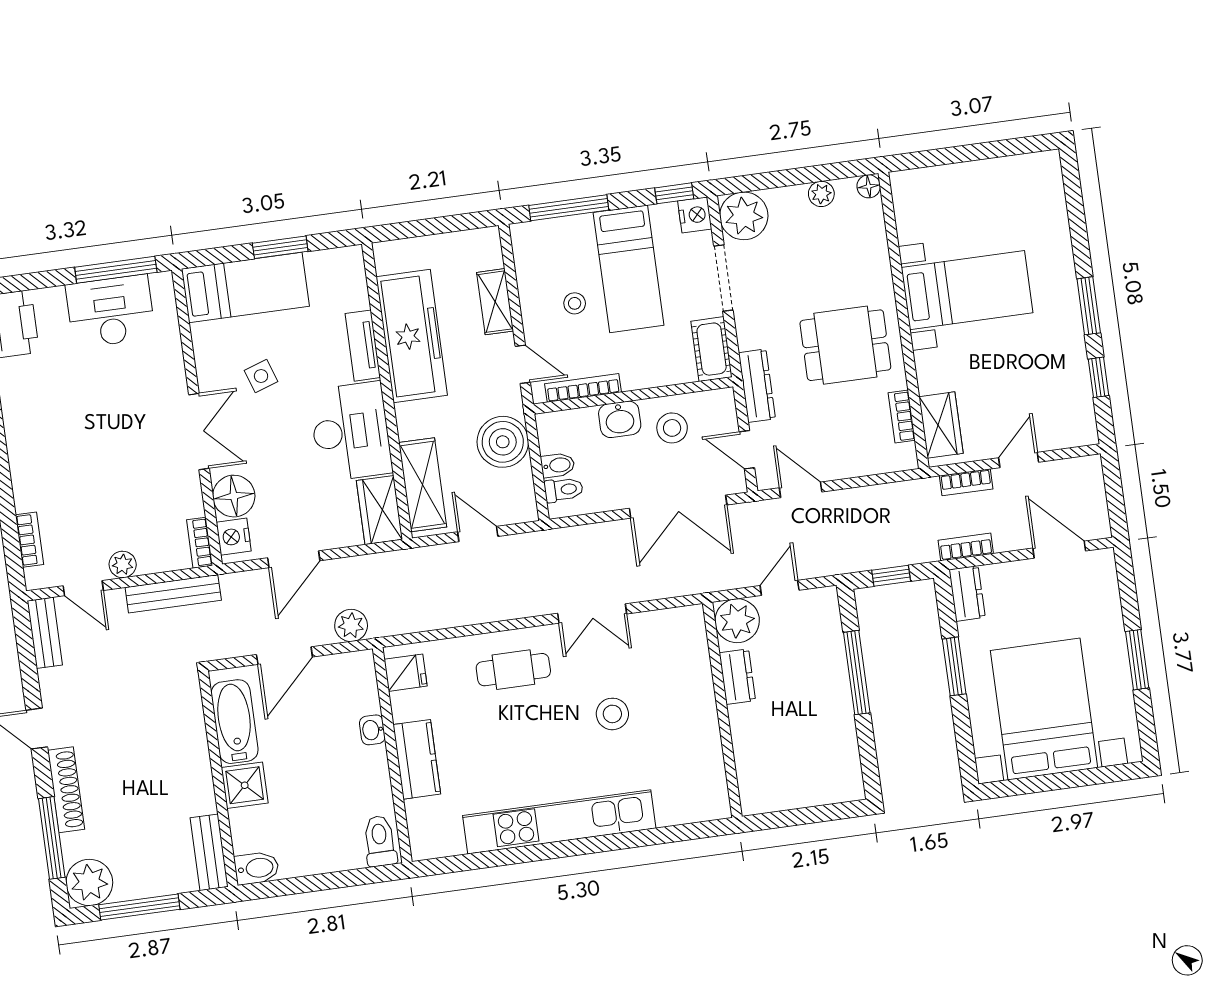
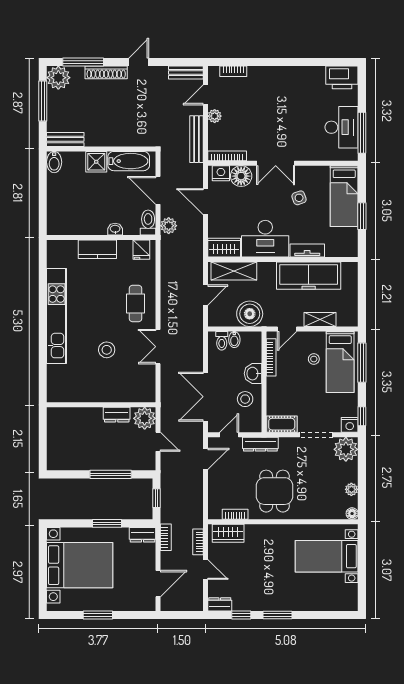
bed: (629, 269) -> (340, 362), moved, turned -90
bed with nightstands: (967, 290) -> (327, 556), moved, turned 90
dresser: (1083, 422) -> (220, 604), added
bookcase: (200, 543) -> (227, 156), width x1.56
toilet: (380, 841) -> (148, 222), moved, turned -90

